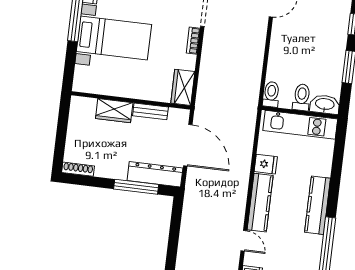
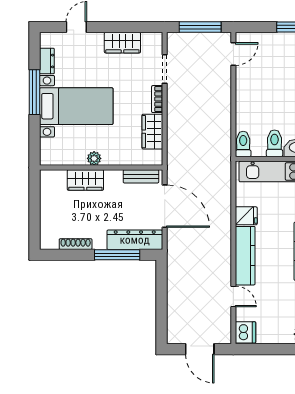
wardrobe: (183, 87) -> (152, 132), moved
plant: (125, 91) -> (94, 158), added
bench: (150, 111) -> (141, 176), moved
shoe rack: (78, 169) -> (76, 244), moved

